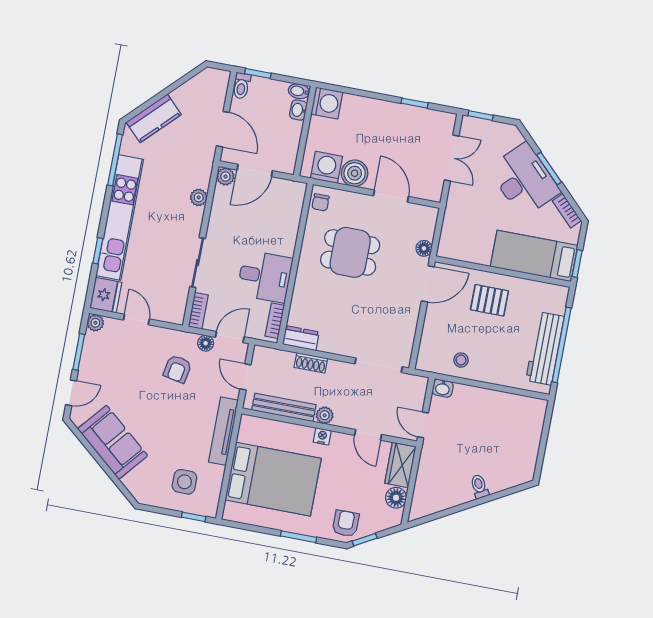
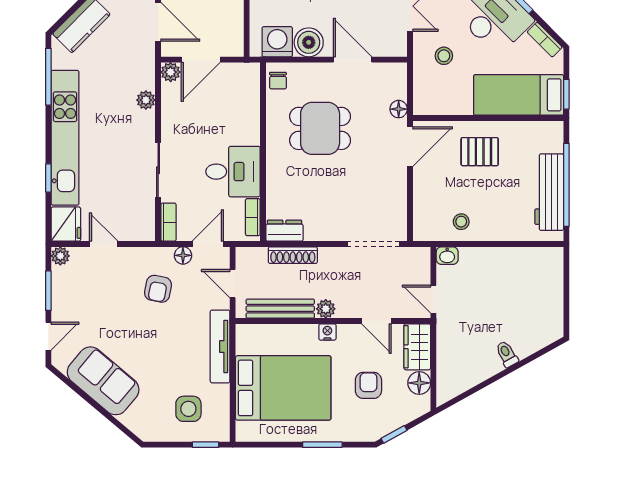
stool: (474, 208) -> (444, 56), added
shoe rack: (311, 363) -> (293, 255), width x1.43
armchair: (346, 523) -> (368, 385), moved

